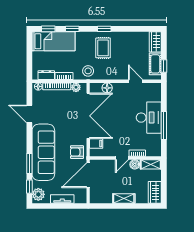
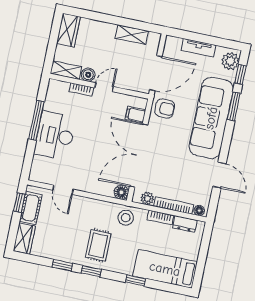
window: (48, 29) -> (62, 265), moved
floor lamp: (107, 88) -> (121, 192), moved
shelving: (124, 198) -> (132, 35), moved

